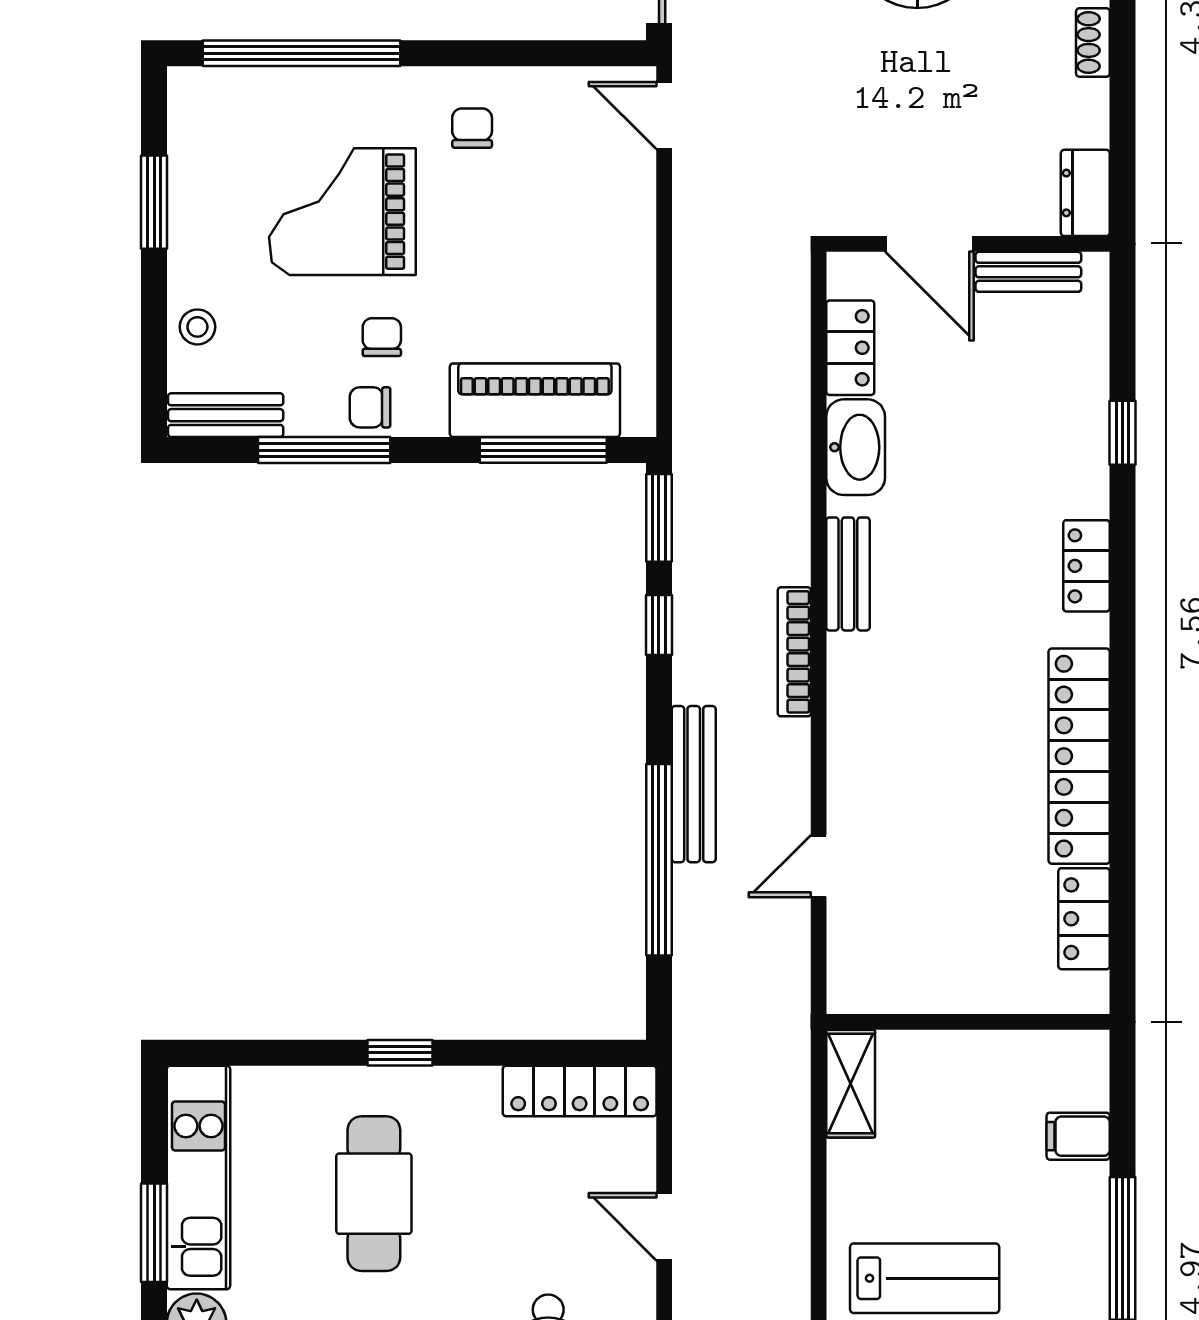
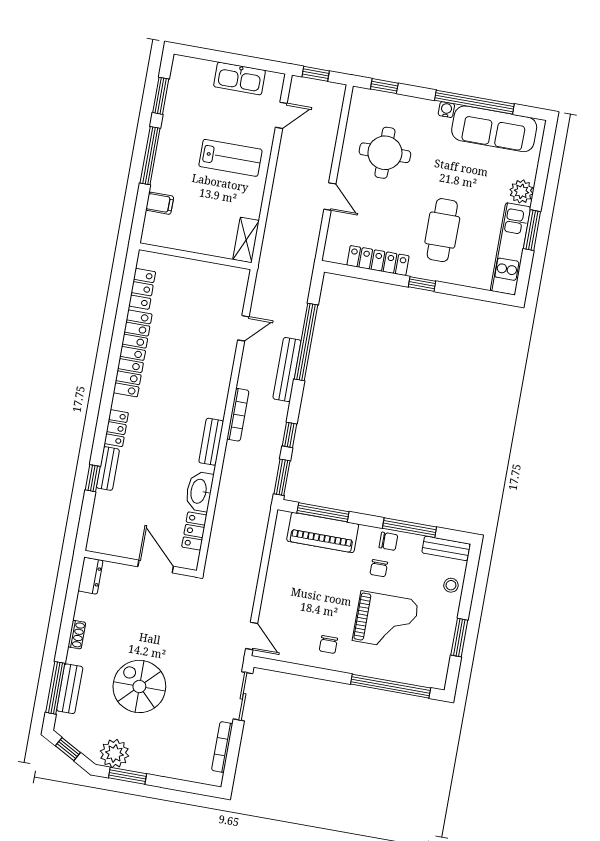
bench: (1028, 272) -> (108, 469), moved, turned 90
locker: (580, 1091) -> (378, 261), moved
lab bench: (925, 1278) -> (230, 158), turned 180

